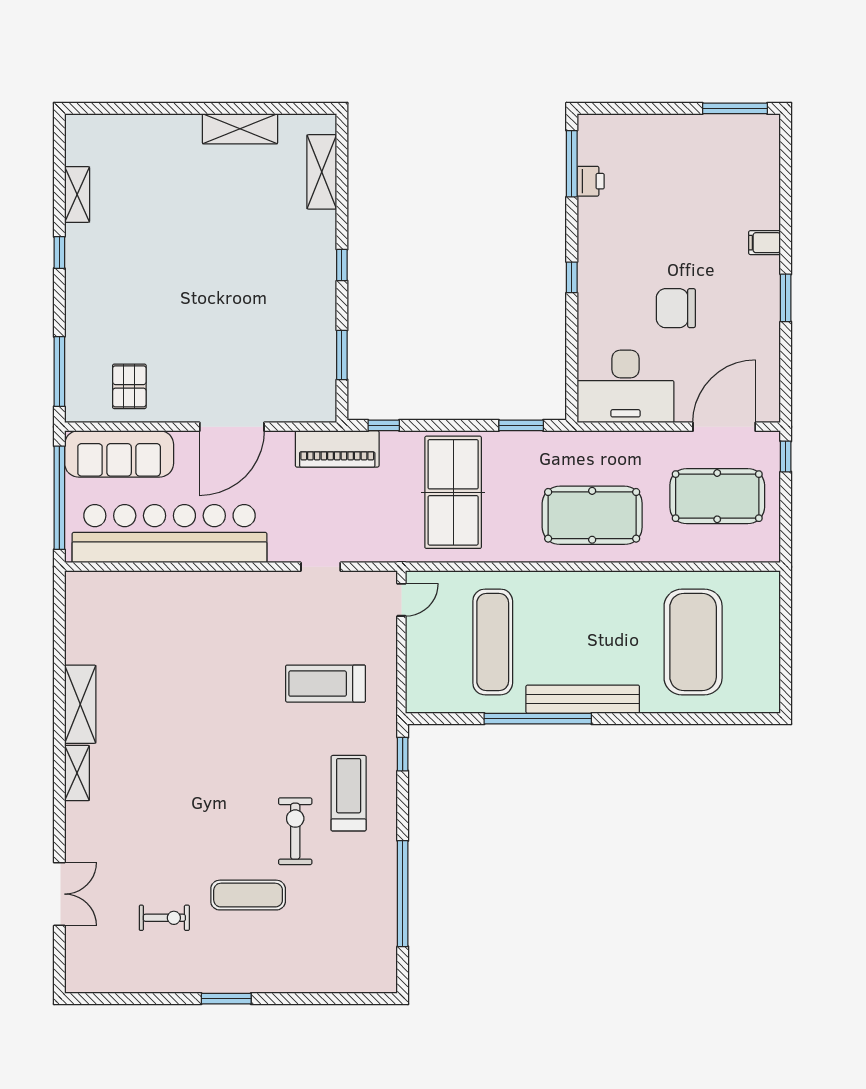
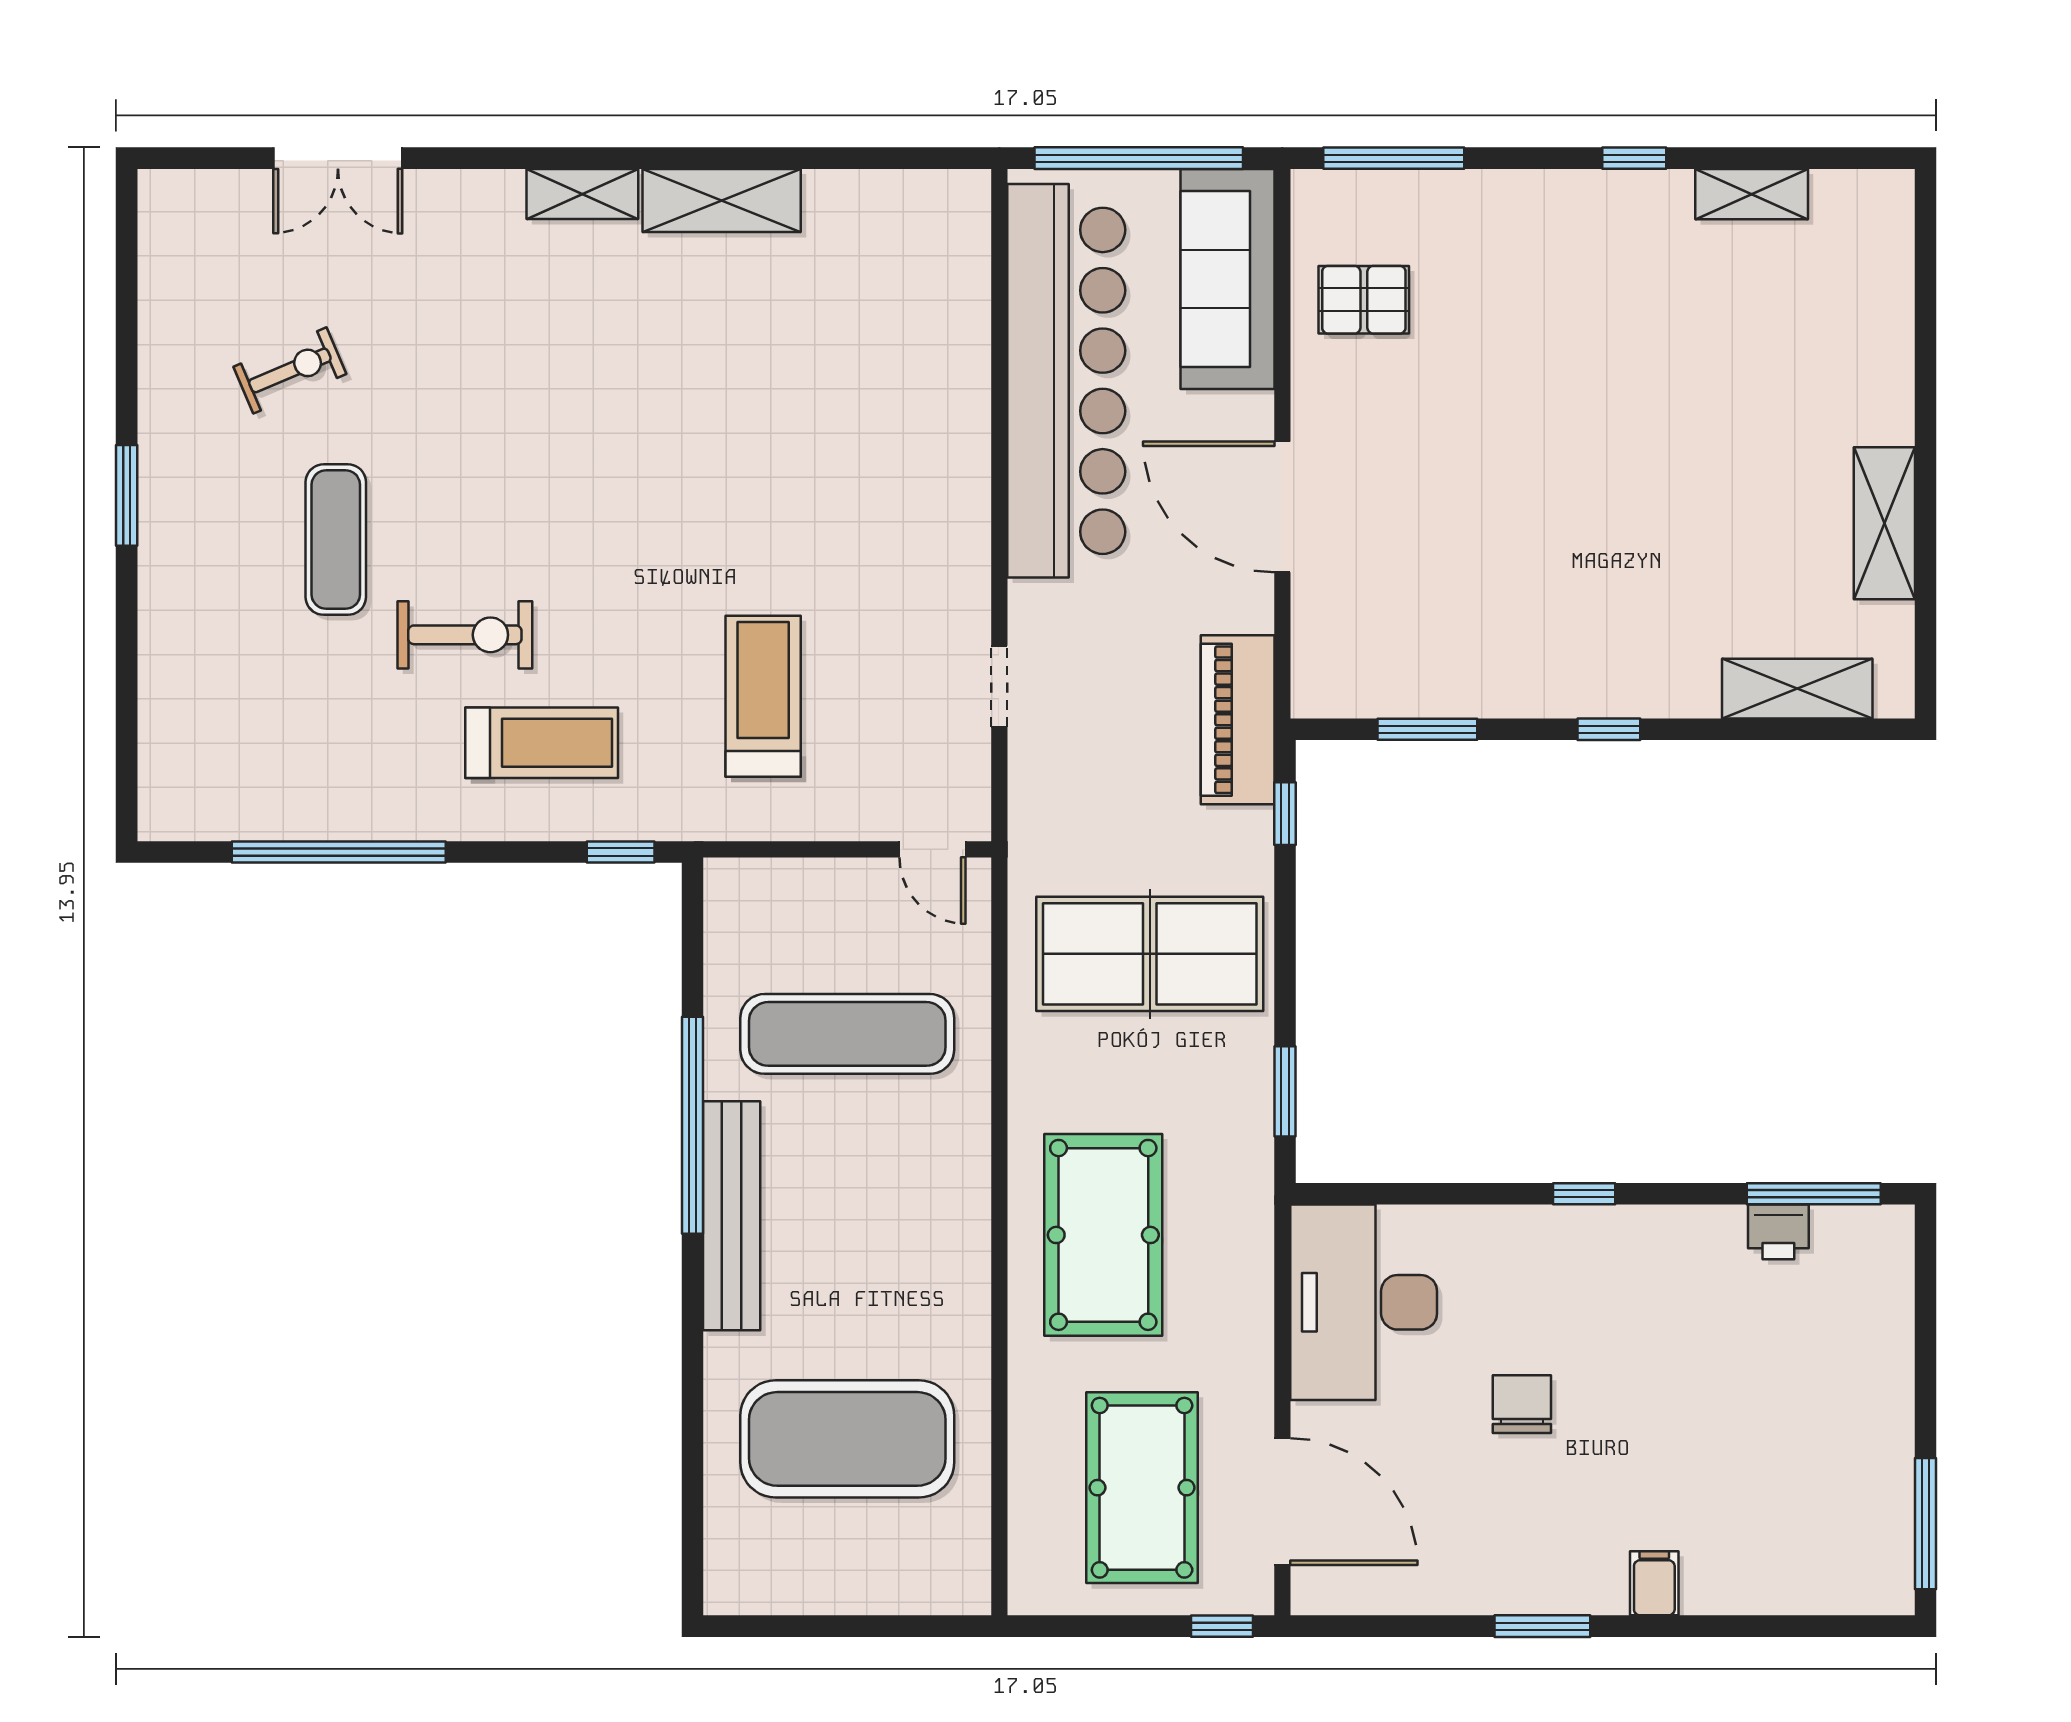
chair: (676, 308) -> (1522, 1404), width x0.73, depth x0.73
exercise bike: (164, 918) -> (290, 370), turned -113

